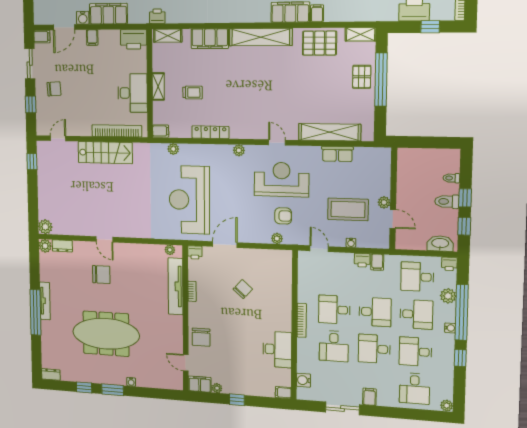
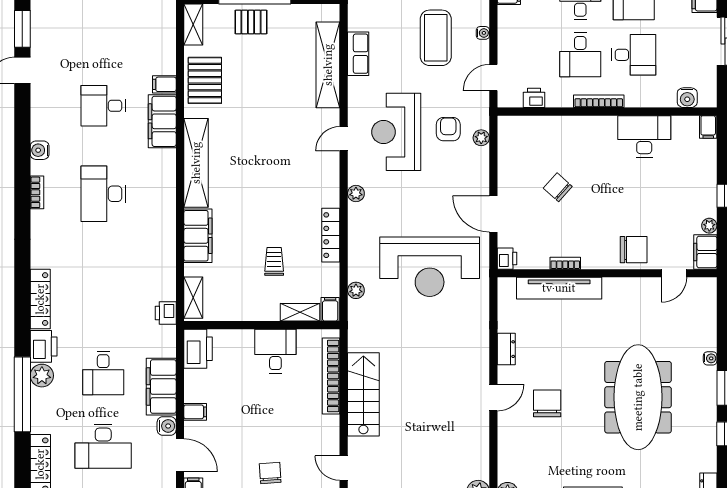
shelving: (158, 86) -> (300, 312), moved
desk: (133, 93) -> (275, 351), width x0.73
dresser: (62, 246) -> (506, 349), moved
plant: (170, 250) -> (505, 296), removed
printer: (362, 260) -> (534, 98), moved, turned -90

